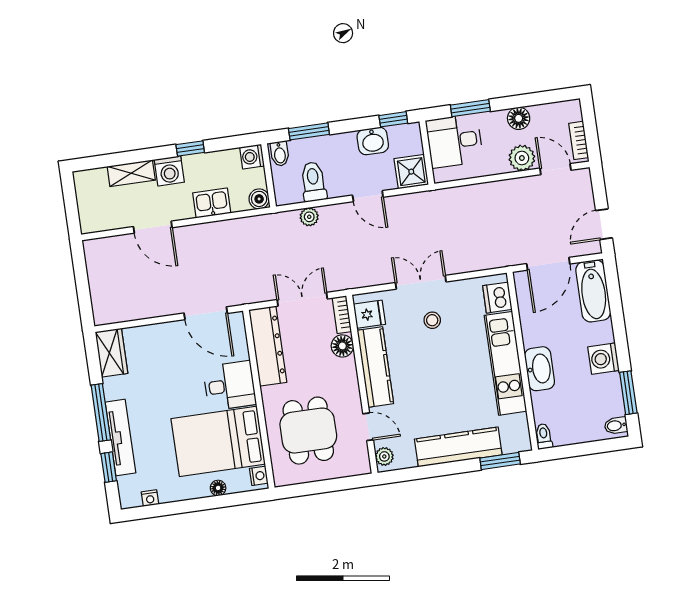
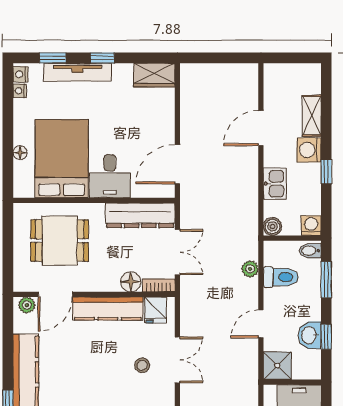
window: (393, 119) -> (326, 337), moved
window: (101, 412) -> (102, 58), width x0.46
door: (368, 427) -> (55, 294), width x1.38
nightstand: (259, 476) -> (20, 74), moved, turned 90

